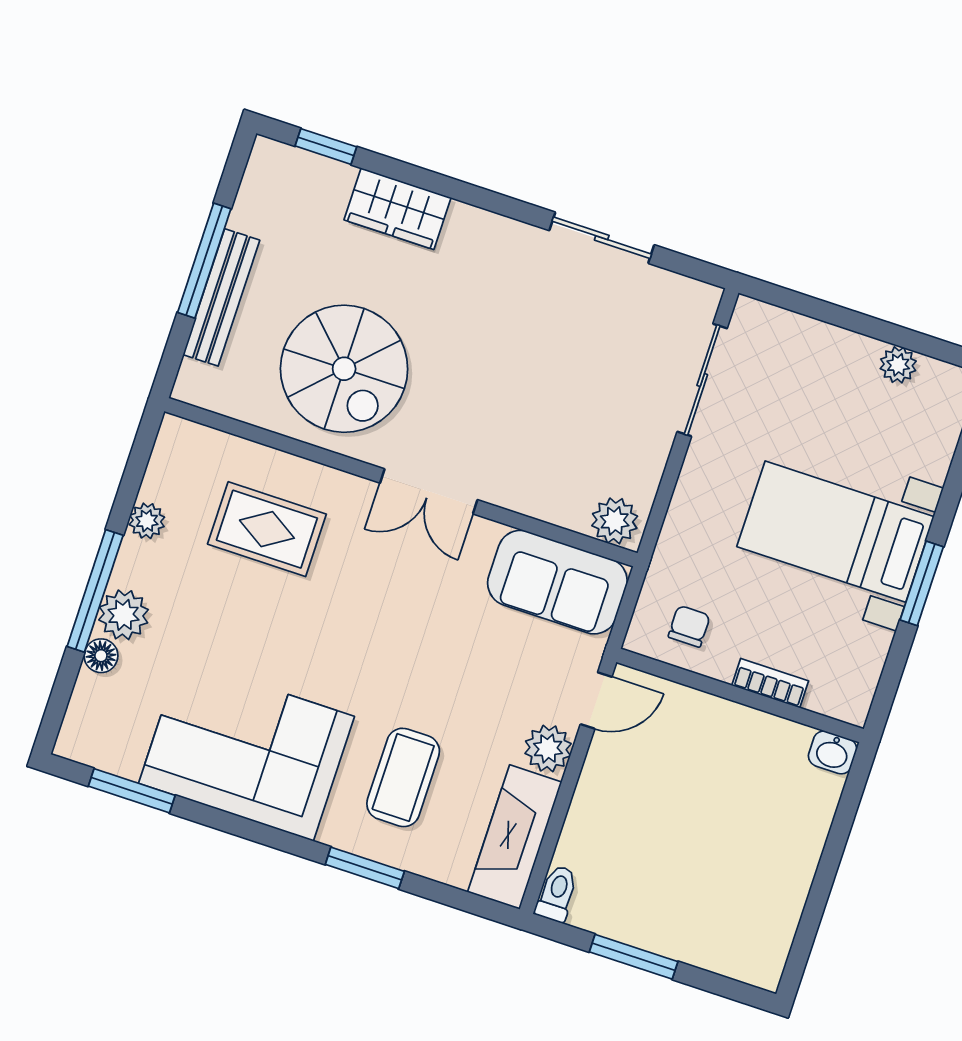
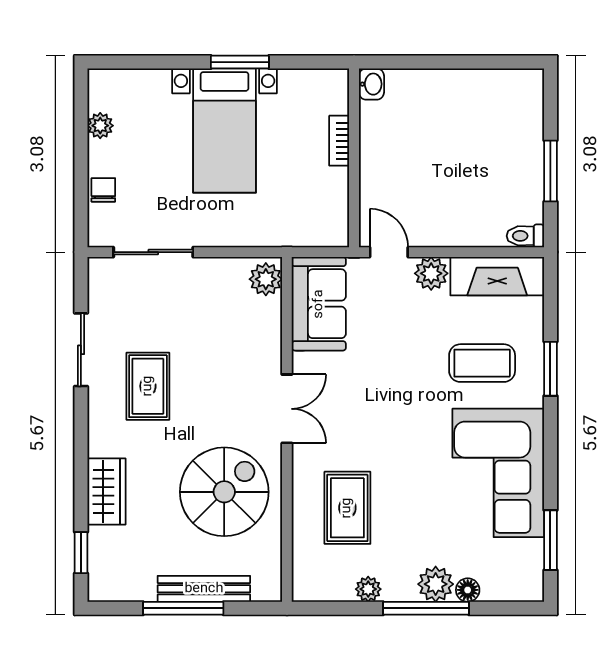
rug: (522, 312) -> (148, 386), added
chair: (689, 626) -> (103, 190), moved, turned 90

